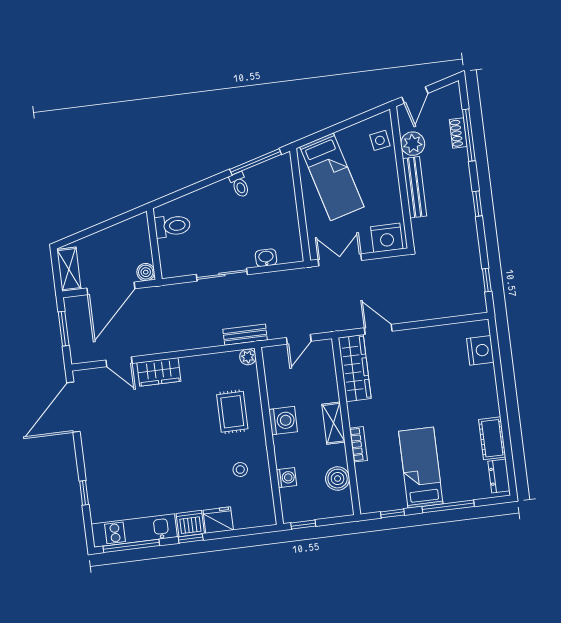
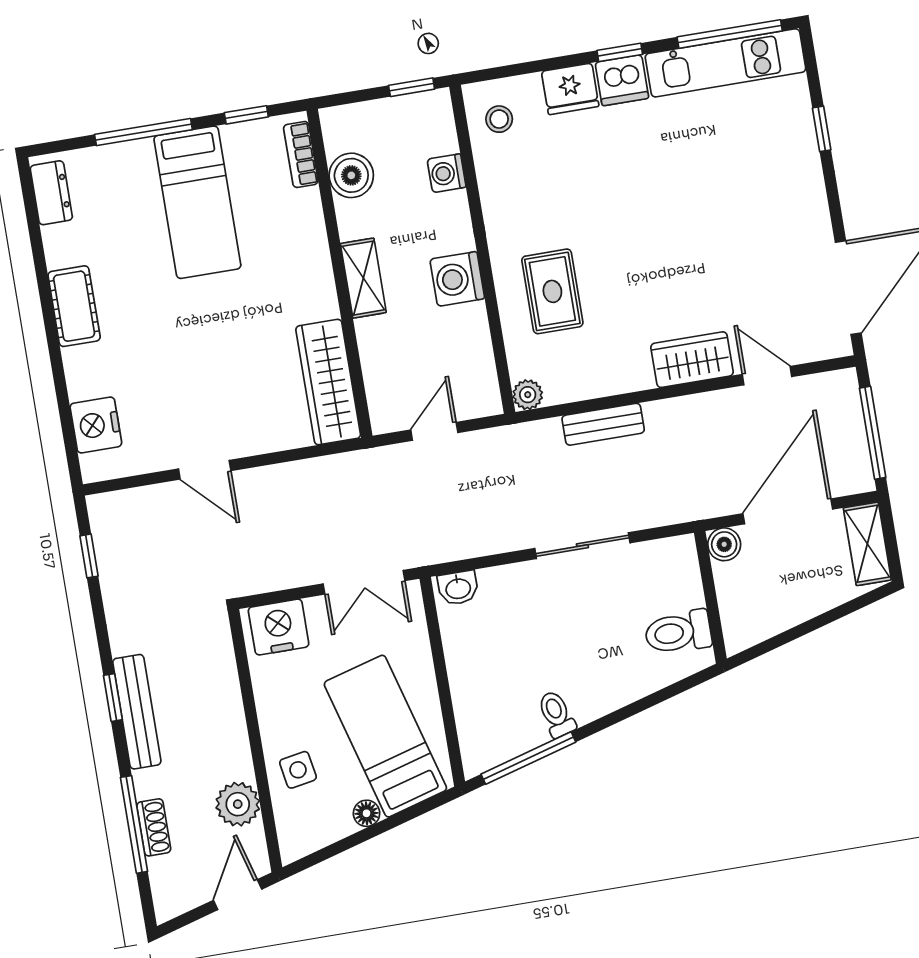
floor lamp: (344, 136) -> (367, 813), added
side table: (380, 140) -> (298, 770), moved
bench: (415, 187) -> (137, 712), moved
washbasin: (266, 258) -> (458, 588), moved
window: (64, 329) -> (873, 433), width x1.44
door: (378, 329) -> (205, 470), moved
bench: (245, 335) -> (603, 424), moved
cot: (492, 438) -> (74, 306), moved
bookcase: (358, 444) -> (301, 154), moved
stool: (240, 470) -> (499, 119), moved

